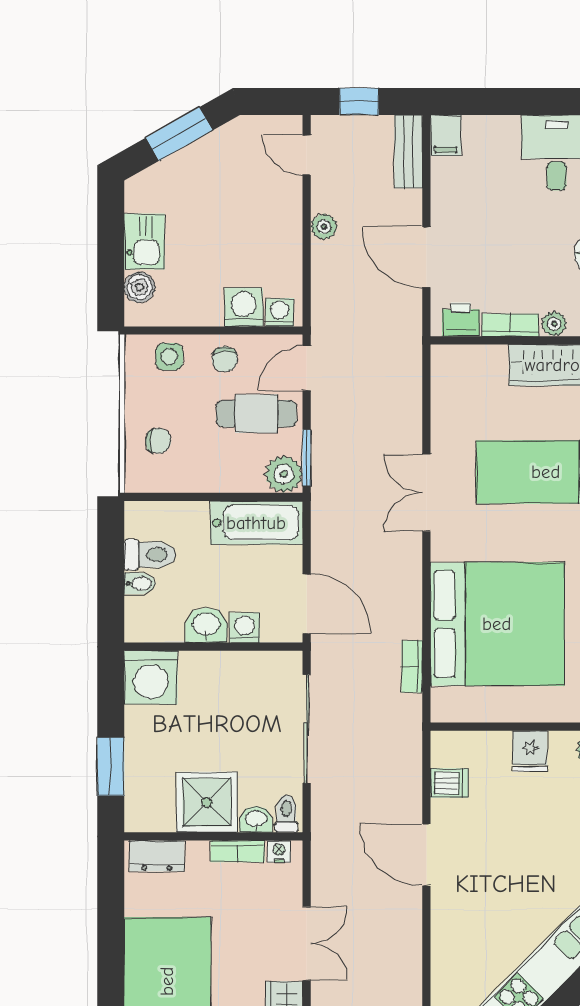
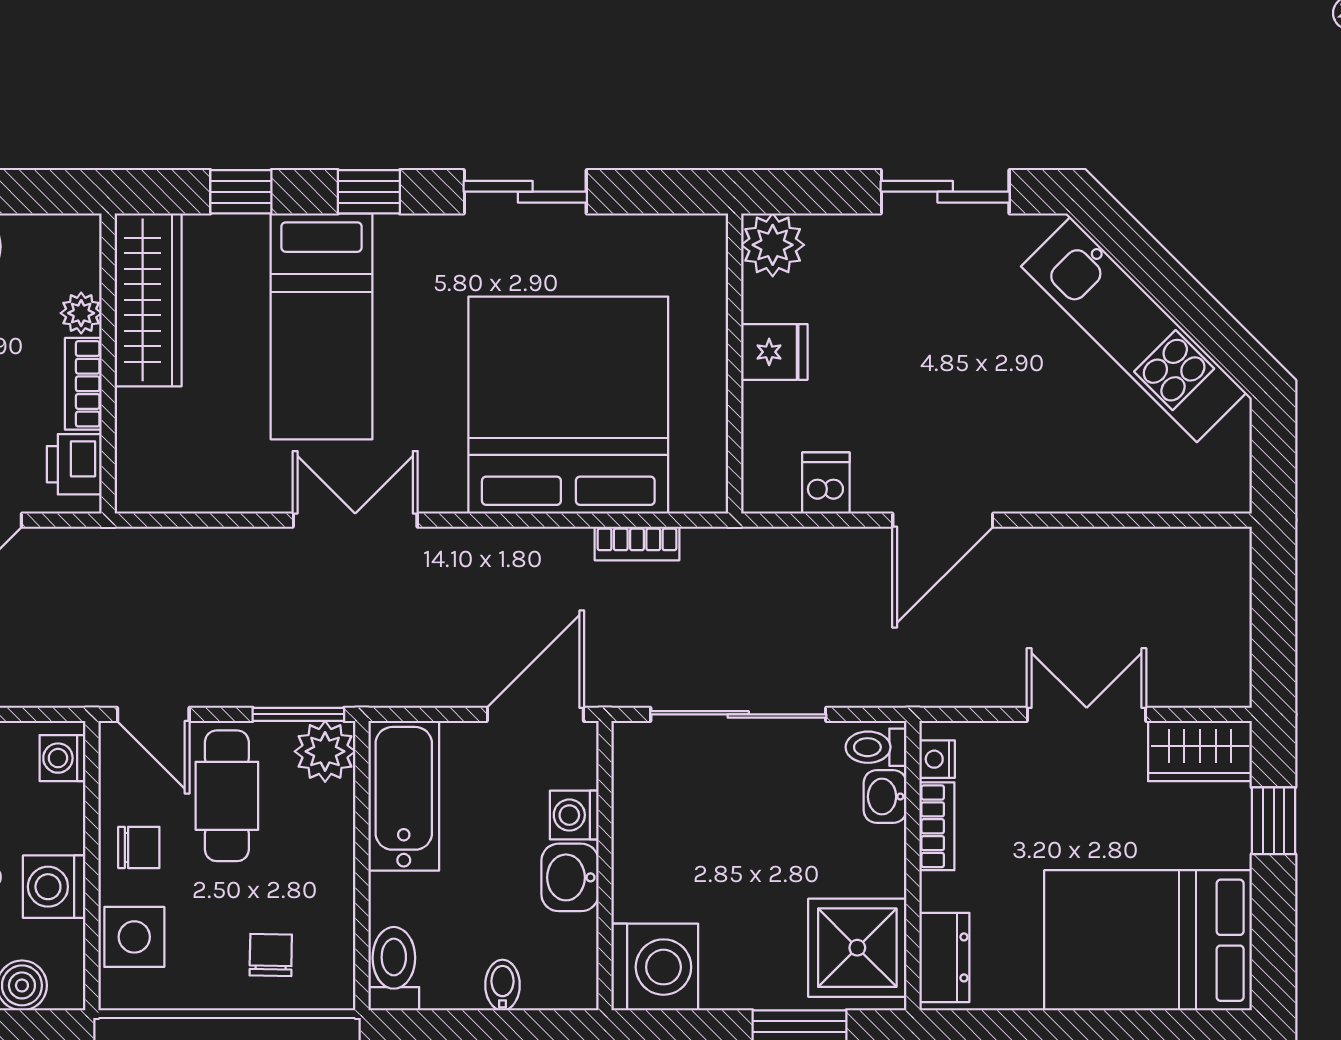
washing machine: (244, 307) -> (54, 887), moved
side table: (169, 357) -> (134, 937), width x1.37, depth x1.37
double door: (426, 493) -> (355, 520), swing flipped
toilet: (150, 555) -> (394, 969), moved
shower: (207, 802) -> (857, 948), moved

